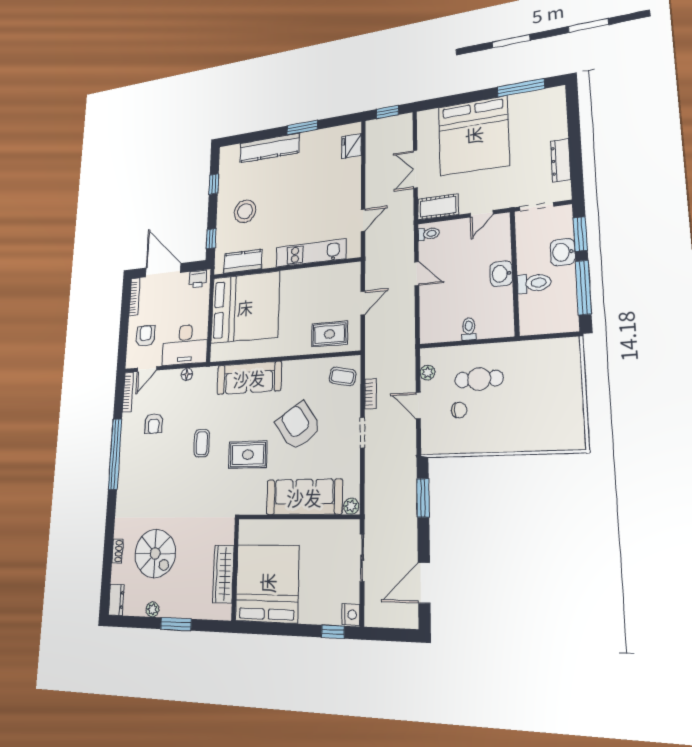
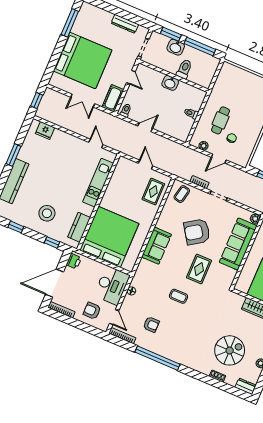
sofa: (249, 378) -> (156, 246), width x0.73

